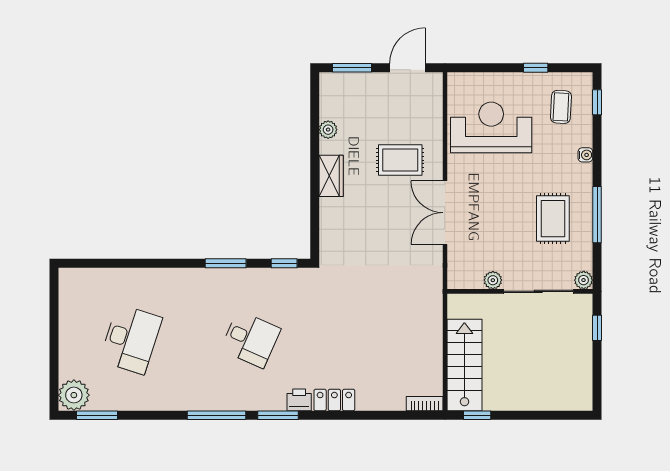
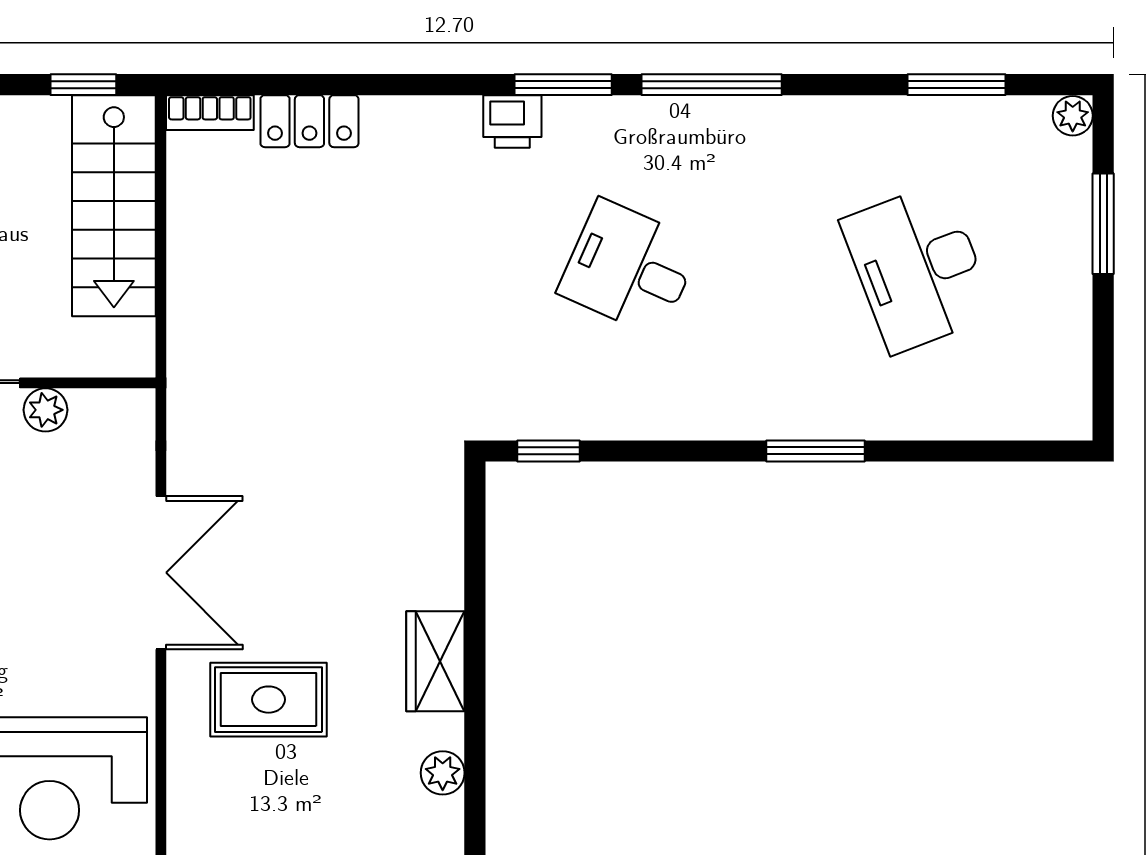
window: (226, 263) -> (815, 451), moved
desk: (131, 339) -> (918, 268), turned -39
window: (54, 357) -> (1103, 224), added
plant: (74, 395) -> (1073, 116), width x0.53, depth x0.53
locker: (334, 400) -> (309, 121), moved
window: (97, 415) -> (956, 85), moved

